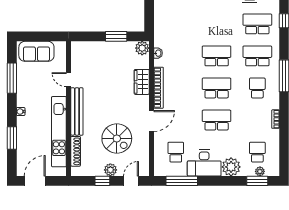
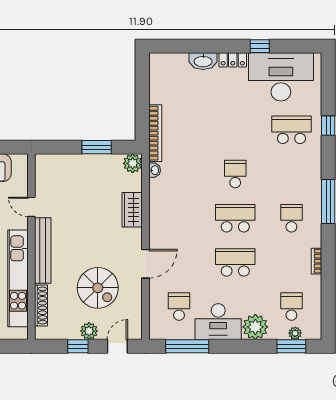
school desk: (217, 56) -> (235, 174), width x0.54
school desk: (257, 56) -> (291, 174), removed
bookcase: (159, 88) -> (155, 133), moved

